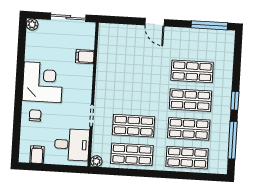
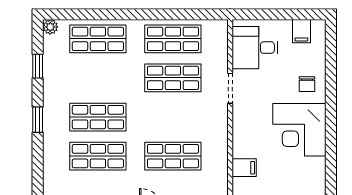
shop shelf: (189, 129) -> (173, 156), moved
window: (233, 140) -> (38, 66), width x0.46
plant: (96, 161) -> (50, 27), moved

